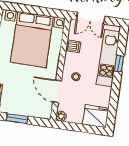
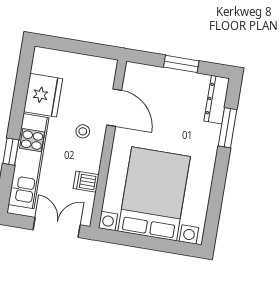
plant: (61, 116) -> (109, 66), removed
fridge: (96, 116) -> (43, 95), moved, turned -90

